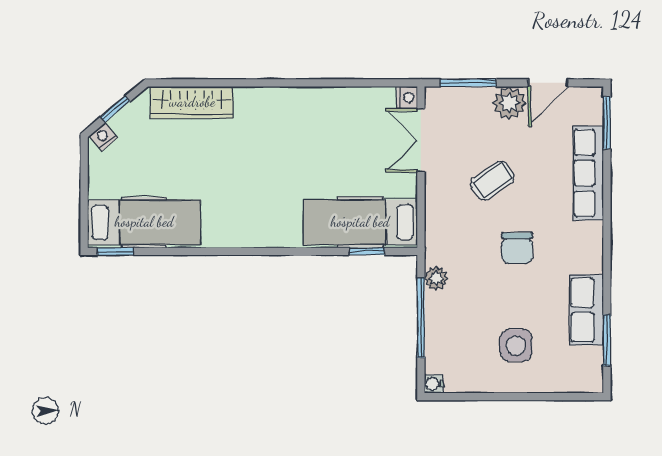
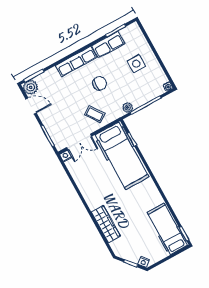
wardrobe: (192, 102) -> (106, 224), moved
plant: (509, 103) -> (31, 87), moved
row of seats: (588, 173) -> (76, 61), moved
coffee table: (492, 181) -> (95, 114), moved
hospital bed: (360, 222) -> (122, 156), width x1.37, depth x1.29

